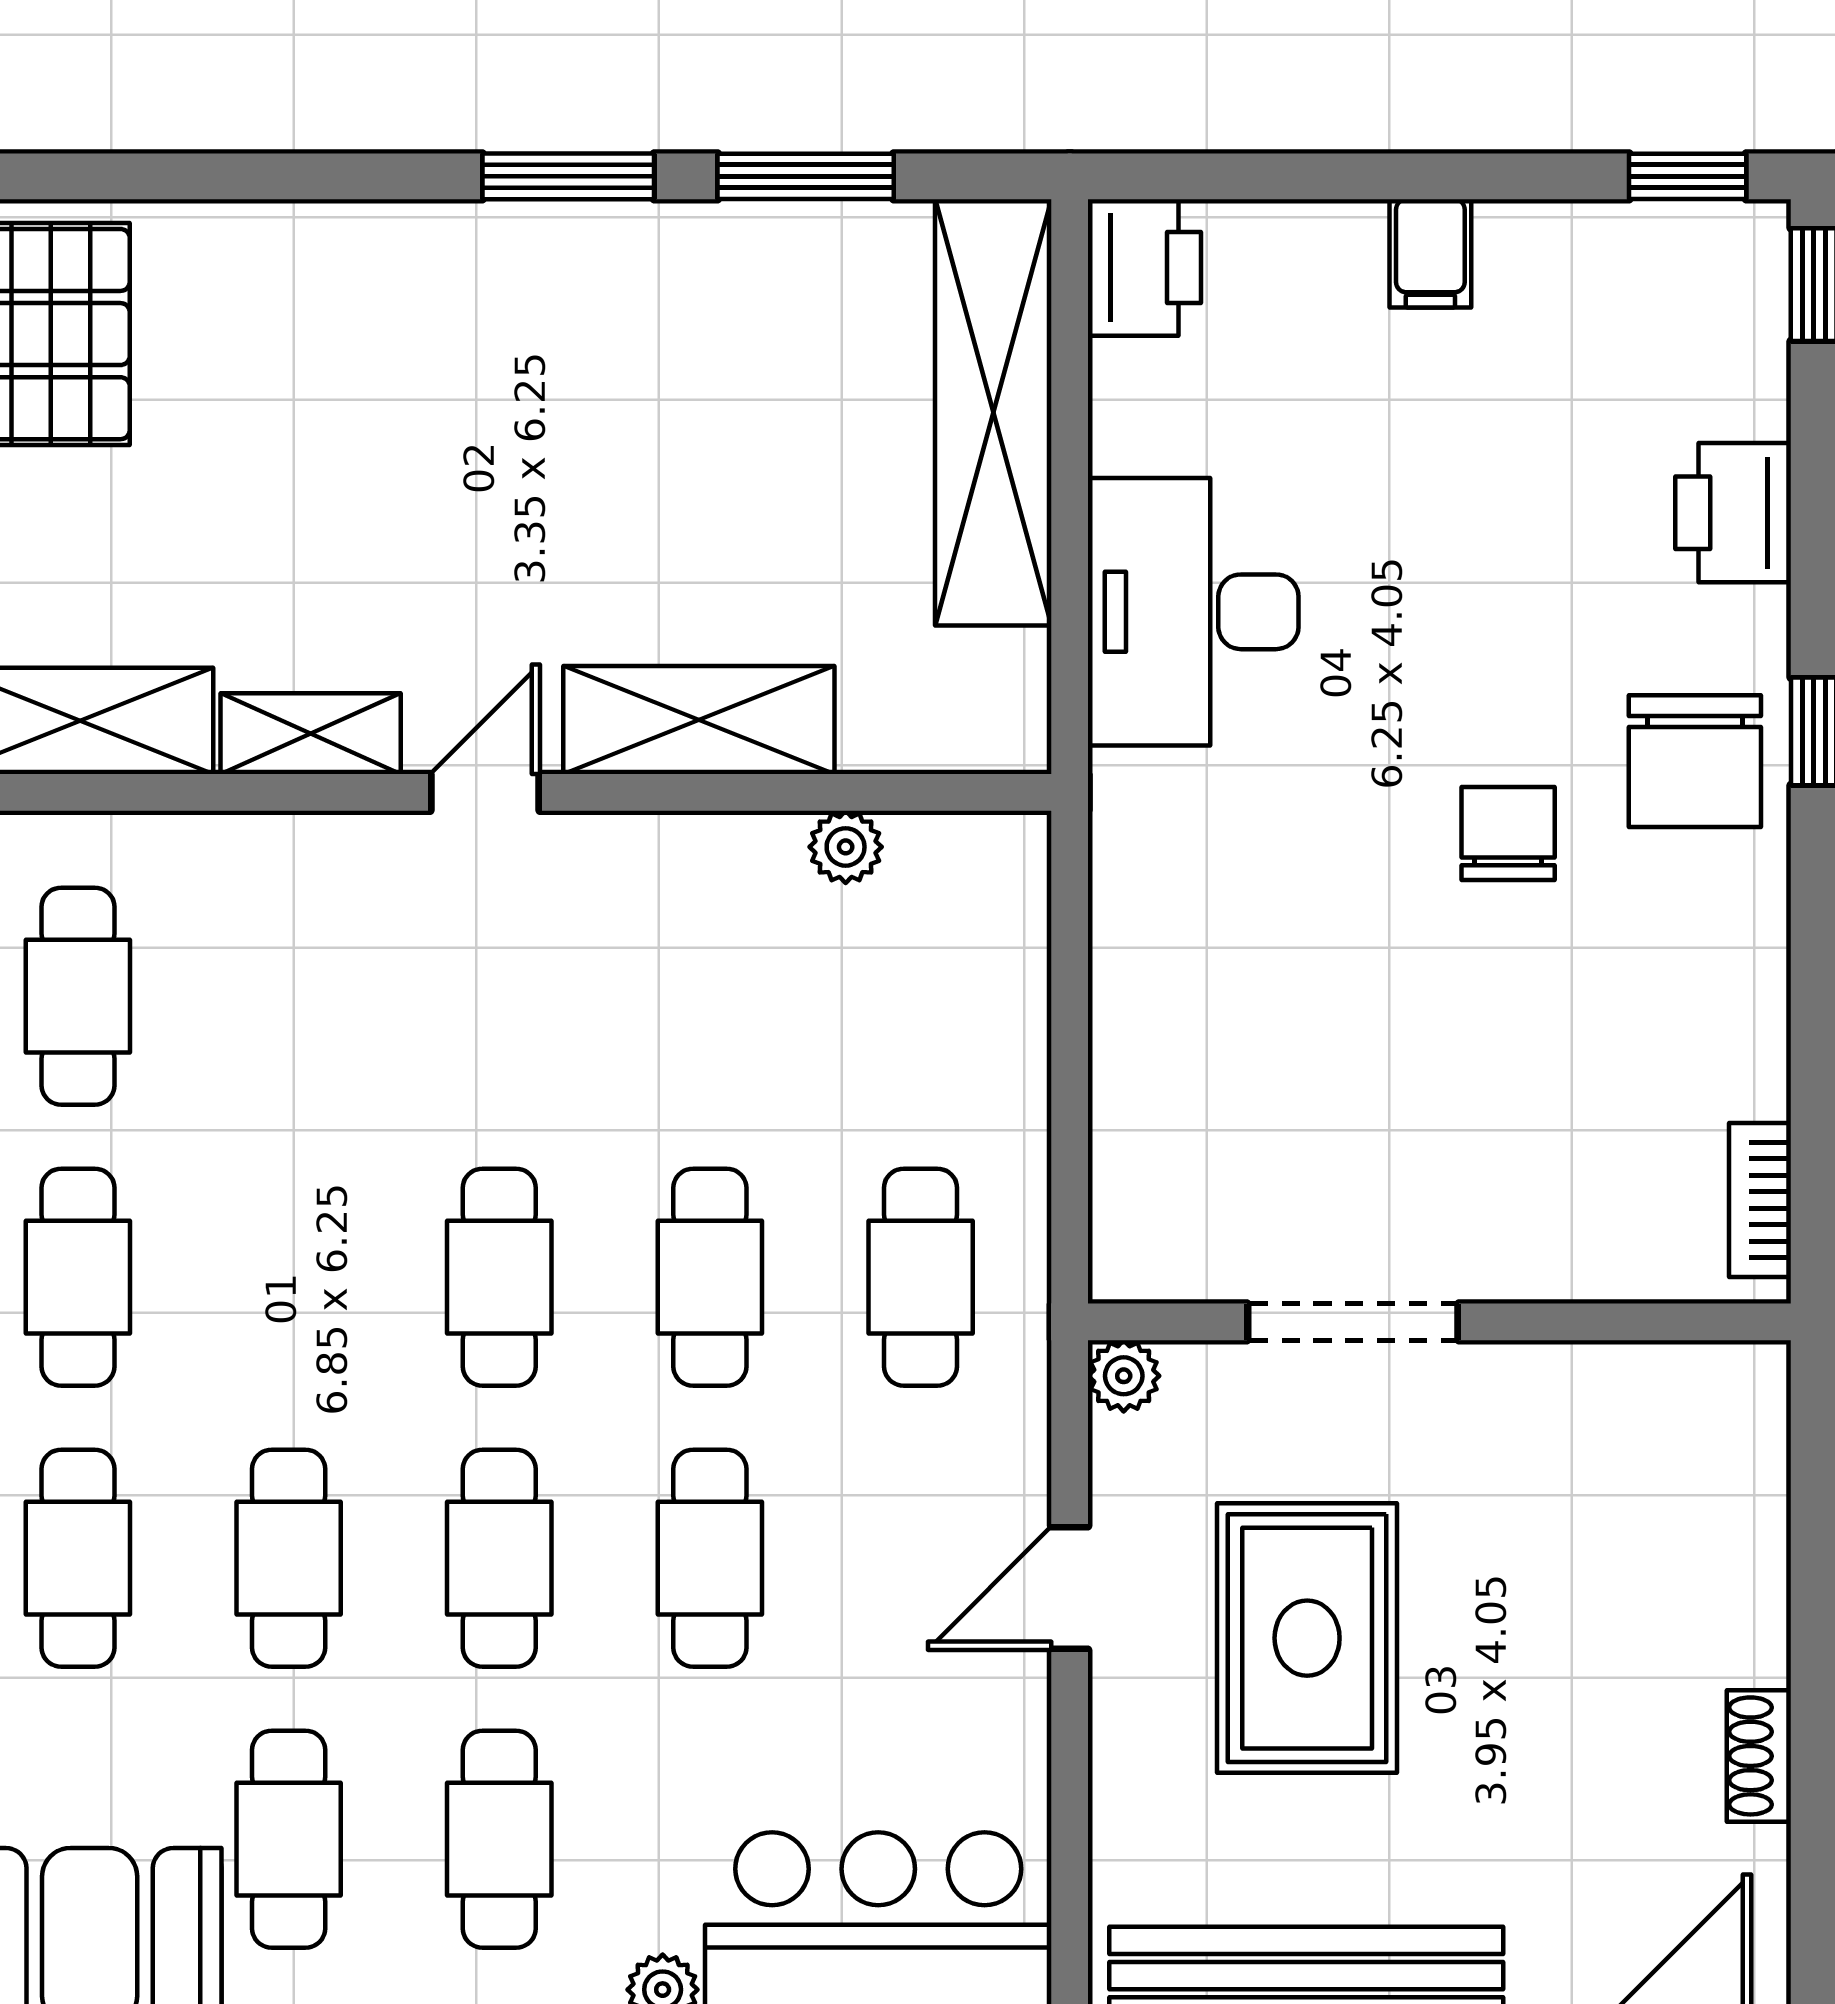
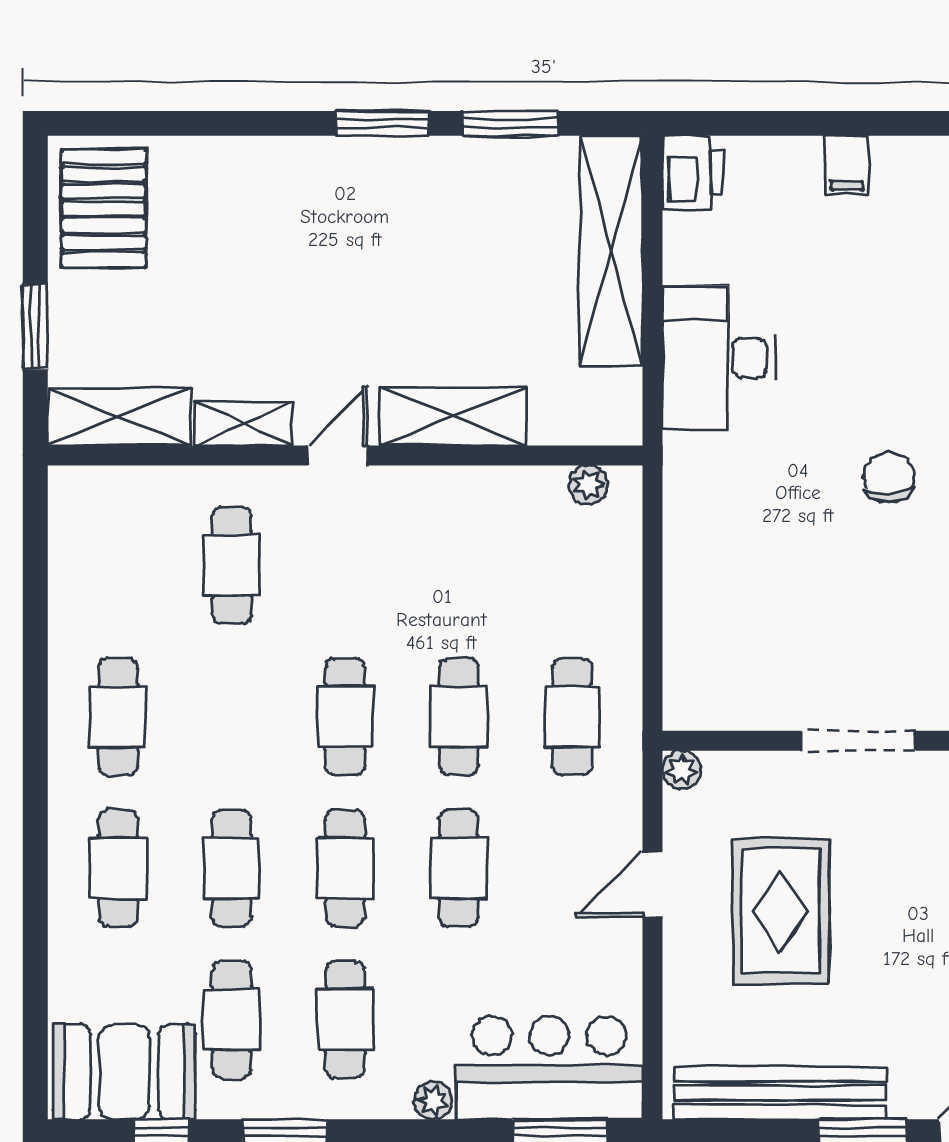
plant: (846, 847) -> (588, 485), moved
cafe table: (78, 996) -> (232, 565), moved
doorway: (1353, 1322) -> (858, 741), moved

